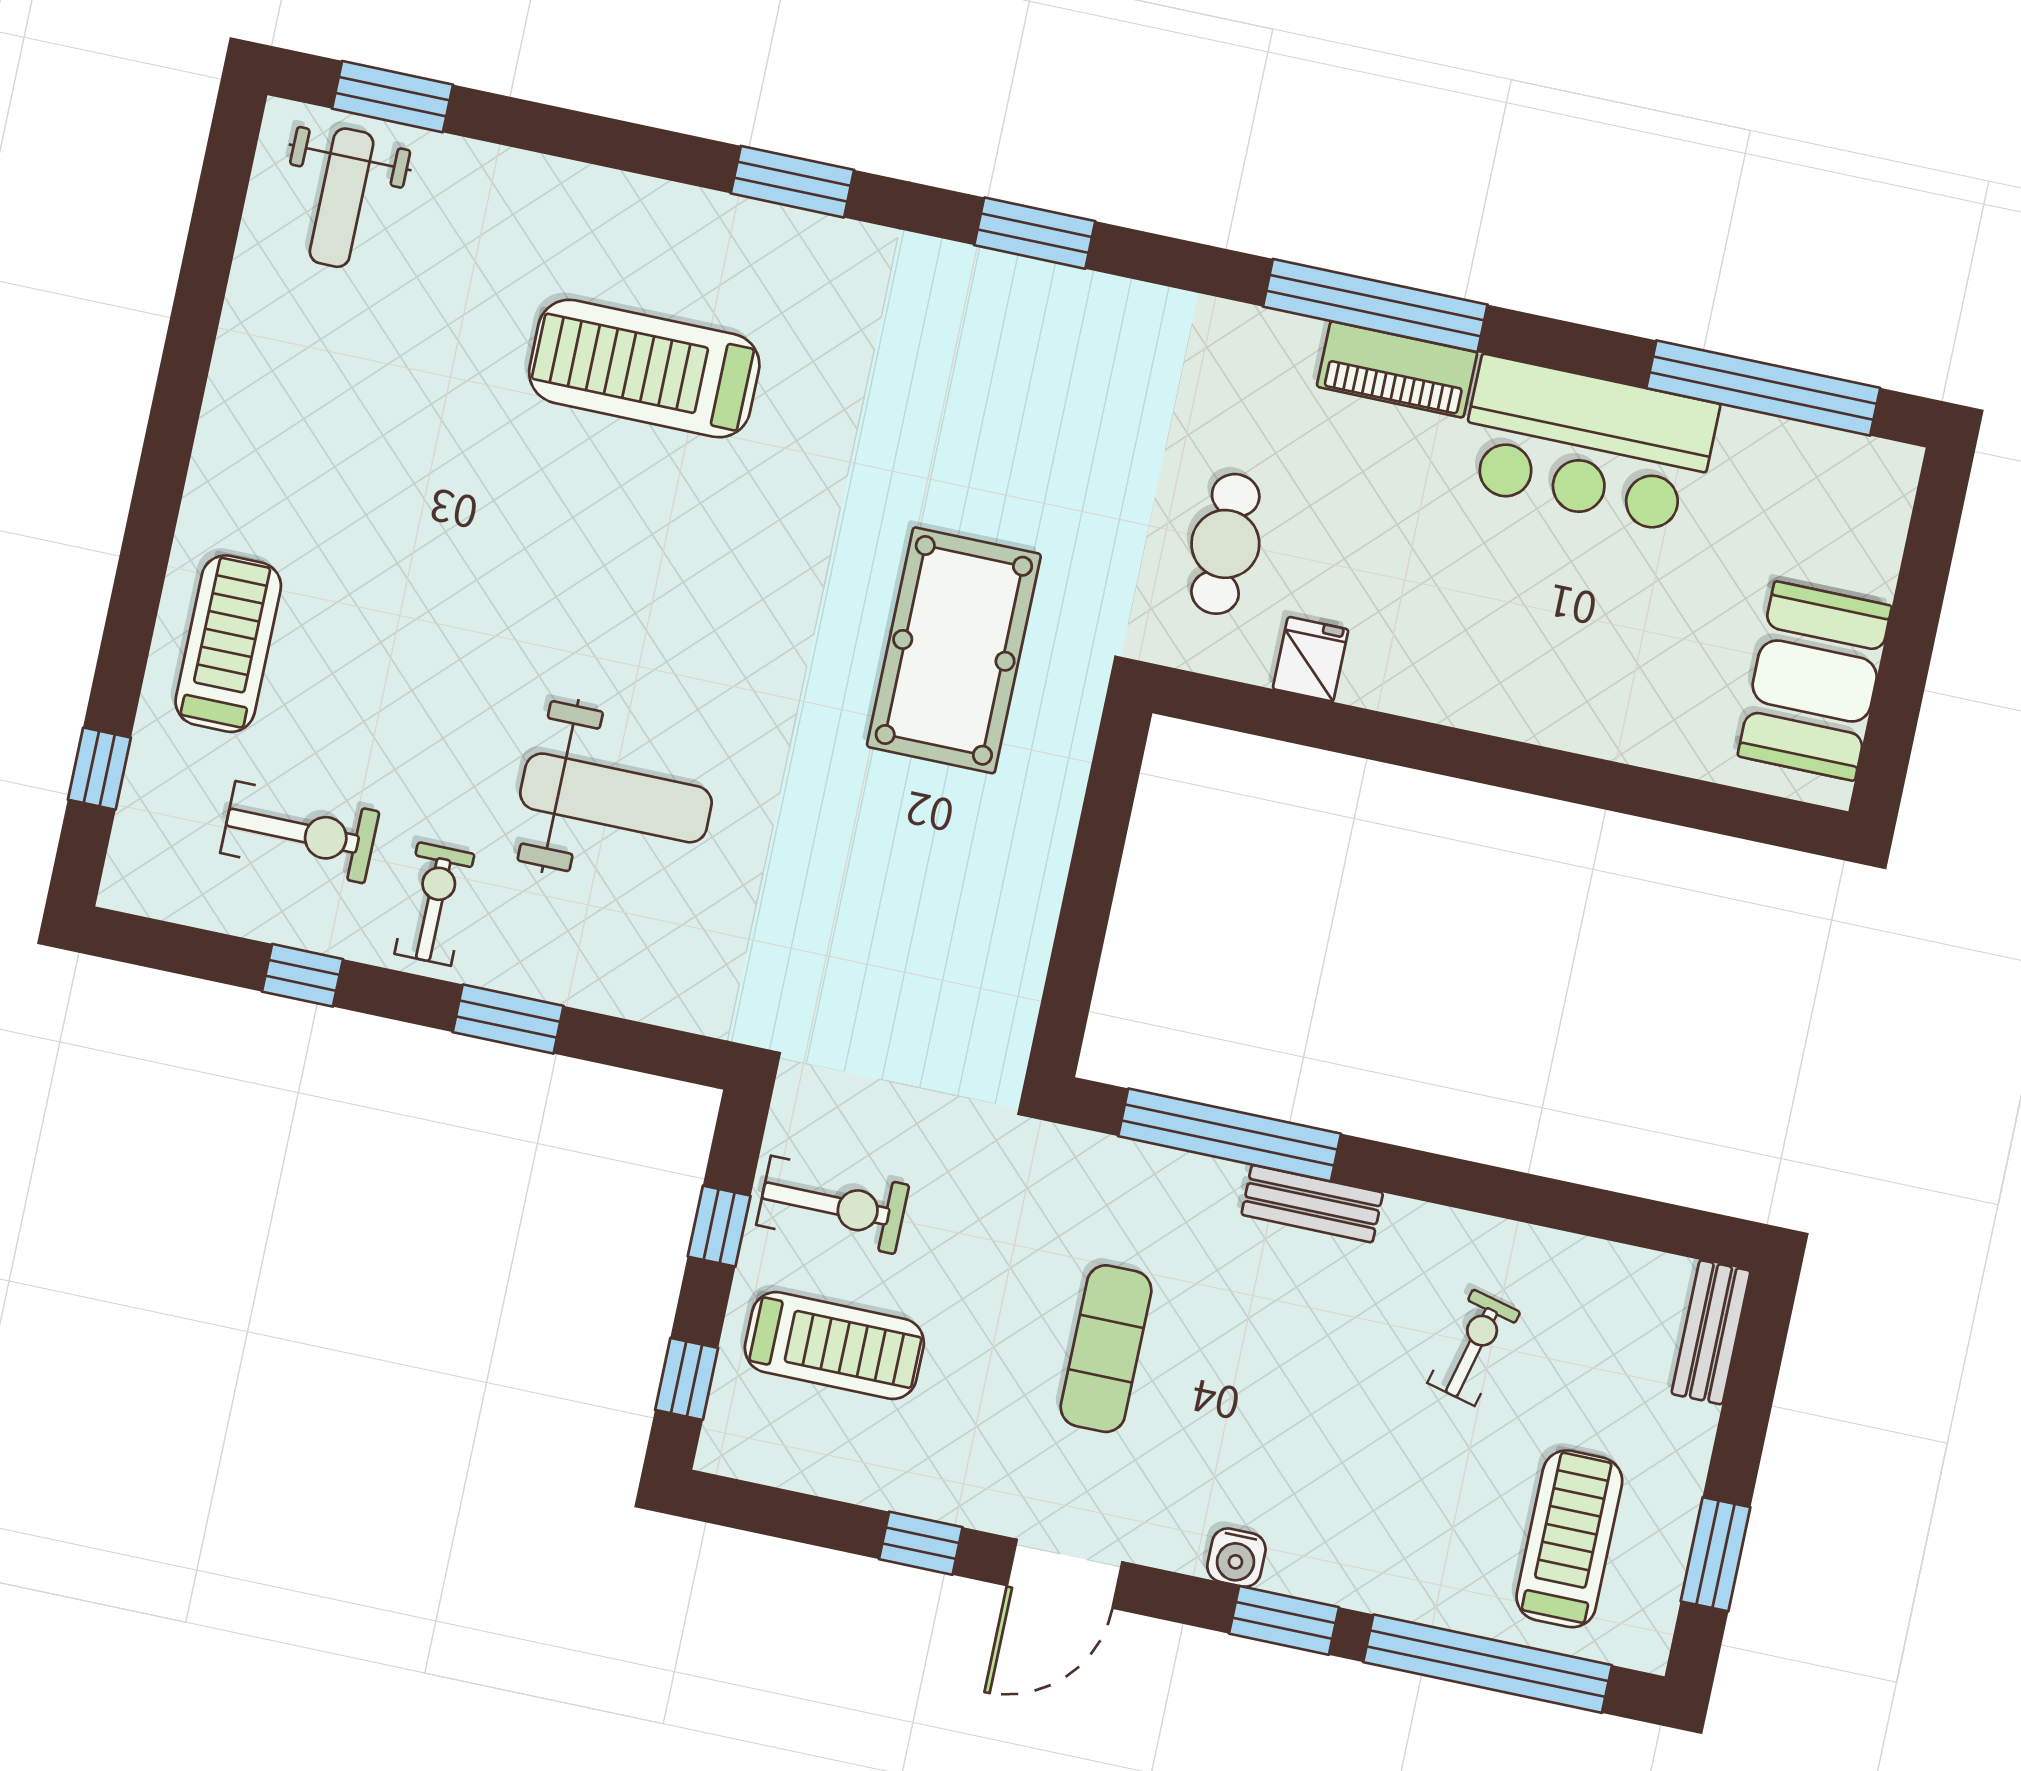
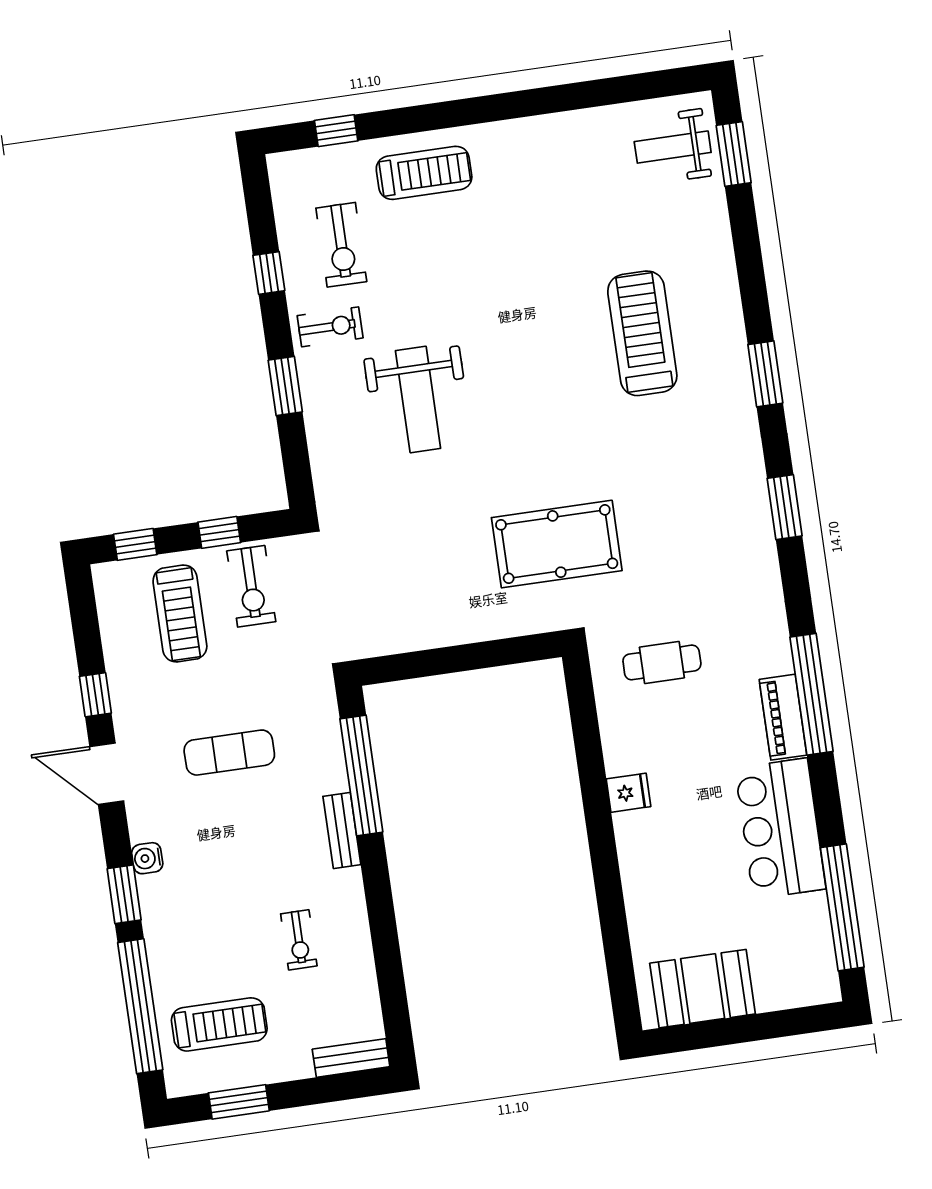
fridge: (1311, 659) -> (629, 793), moved
exercise bike: (1474, 1348) -> (299, 940), turned 76

